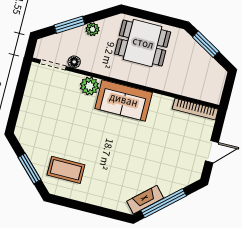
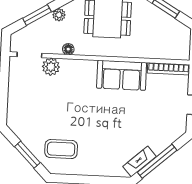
floor lamp: (74, 62) -> (68, 49), moved
plant: (89, 86) -> (51, 67), moved
sofa: (124, 100) -> (122, 75), moved

